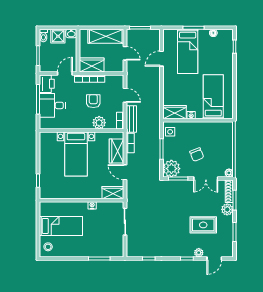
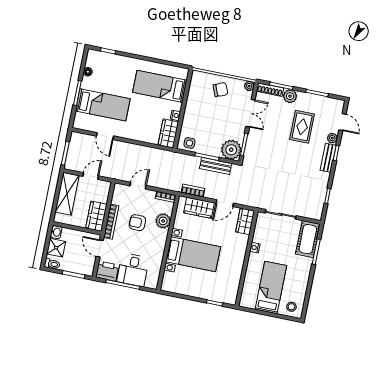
bench: (131, 119) -> (216, 166), moved
chair: (197, 155) -> (220, 90), moved
cot: (109, 249) -> (308, 239), added
bench: (181, 252) -> (328, 158), added

